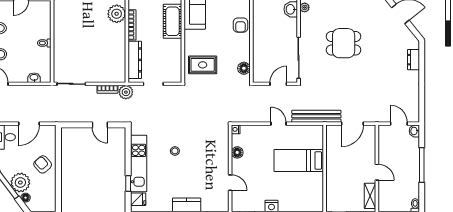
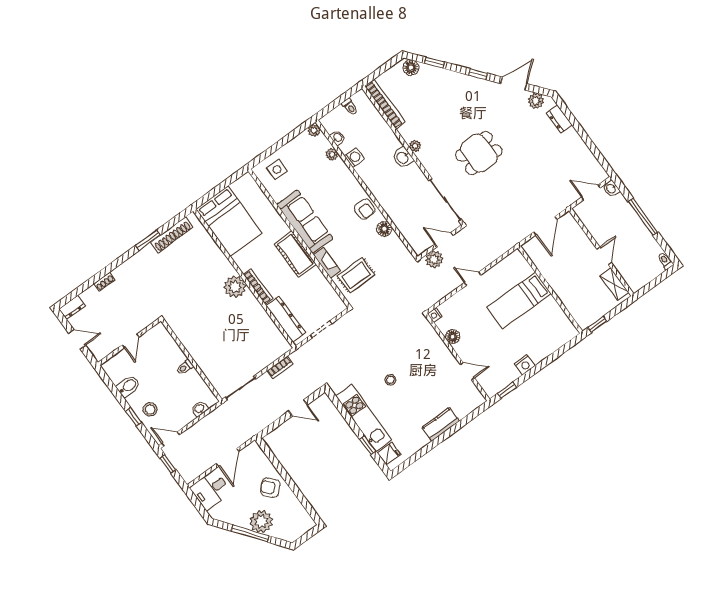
plant: (407, 36) -> (536, 101), added
fireplace: (189, 42) -> (327, 263), added
floor lamp: (244, 68) -> (384, 229), moved
door: (278, 84) -> (444, 240), hinge flipped
plant: (126, 92) -> (434, 259), moved
bench: (316, 116) -> (505, 244), removed
door: (377, 172) -> (604, 256), hinge flipped
floor lamp: (26, 198) -> (277, 533), removed

